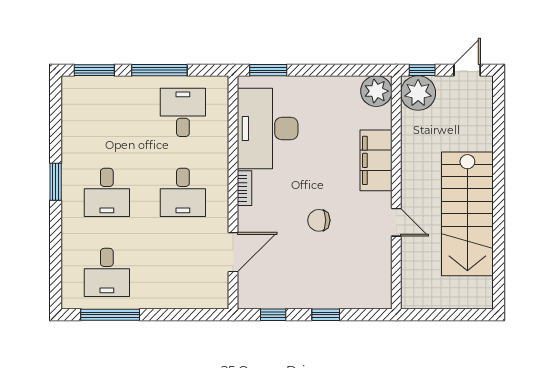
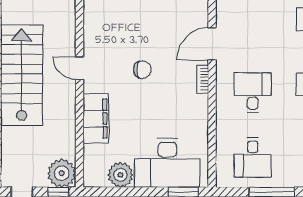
plant: (376, 91) -> (120, 175), moved
desk: (268, 129) -> (167, 163), moved, turned 90
bookcase: (245, 188) -> (203, 79), moved

